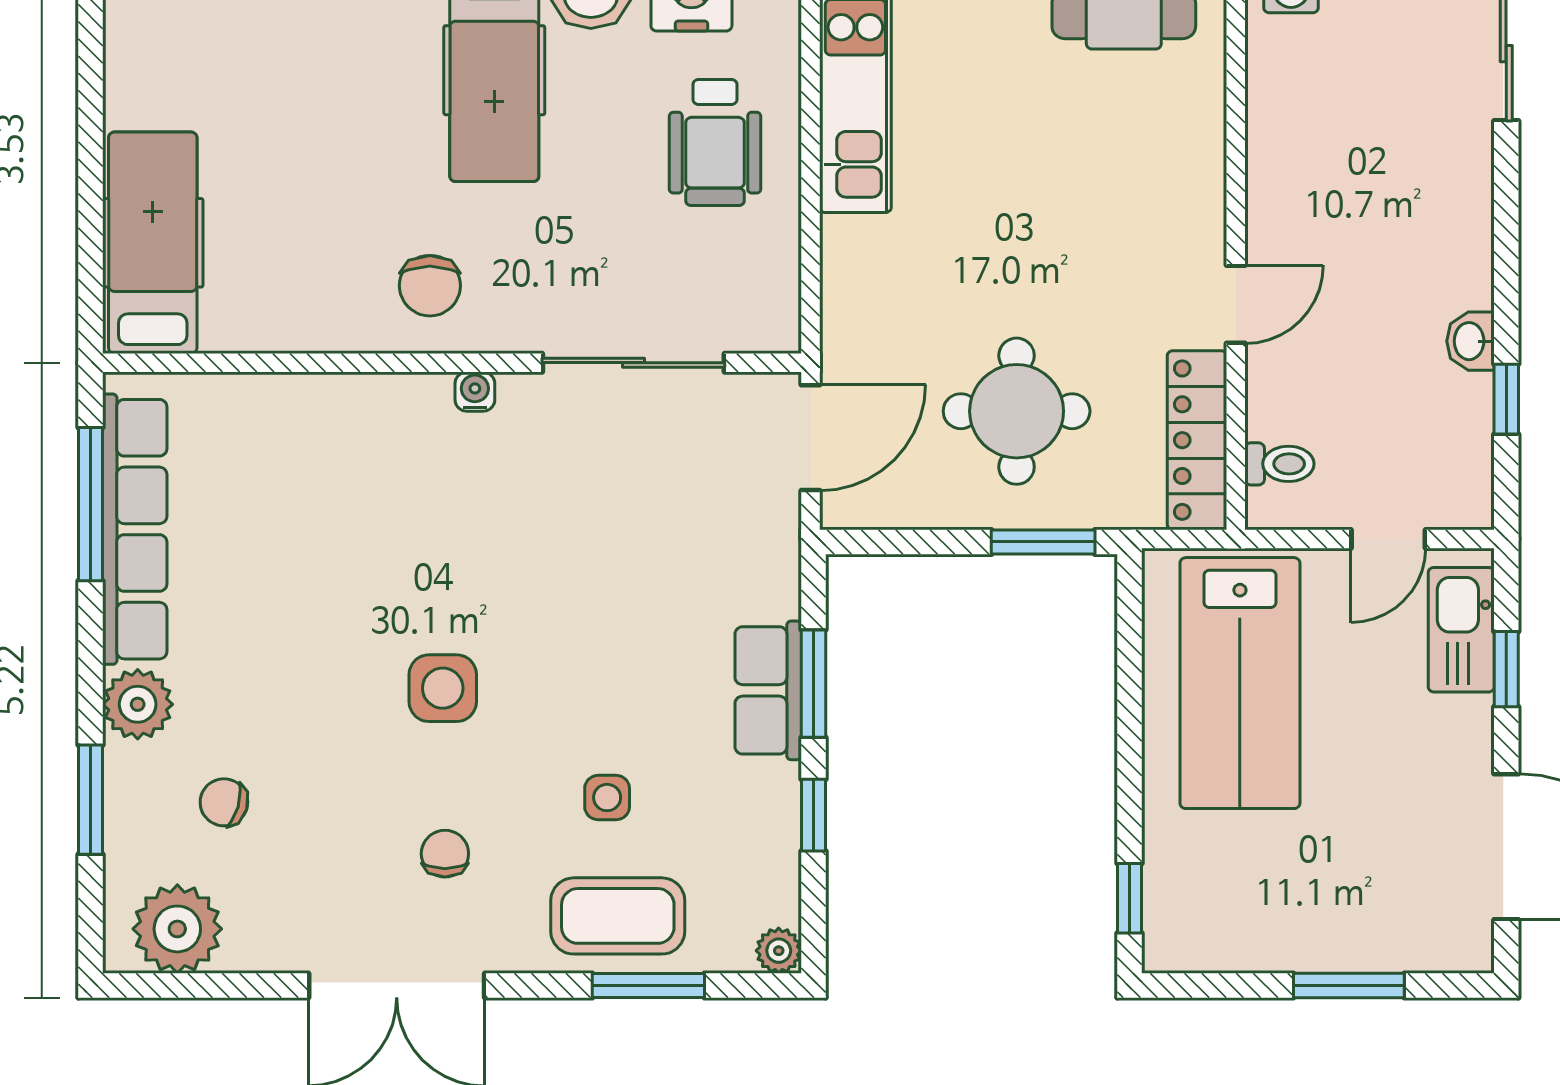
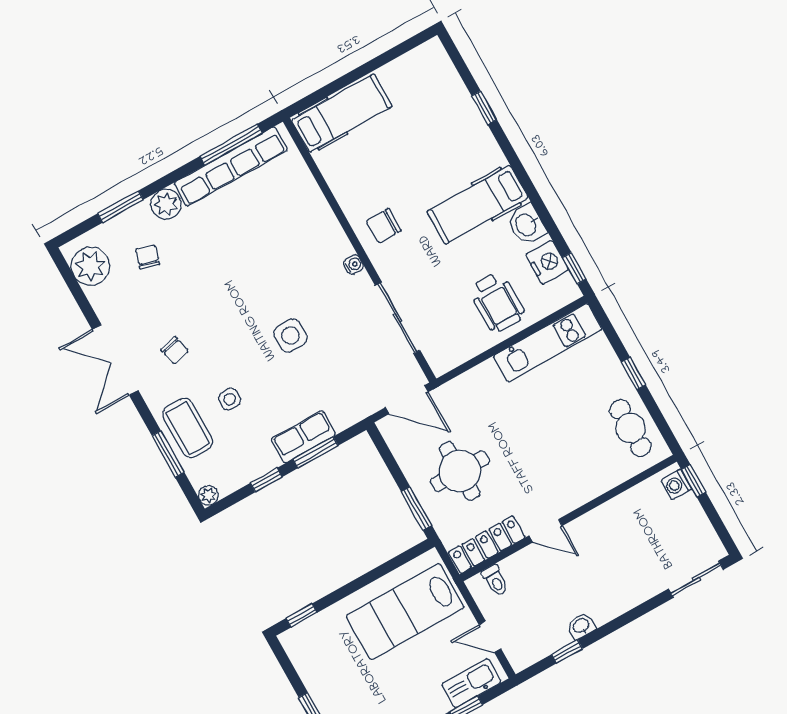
wheelchair: (715, 143) -> (497, 302), turned -90
side table: (443, 688) -> (290, 335), moved
chair: (445, 854) -> (175, 350), turned 77

